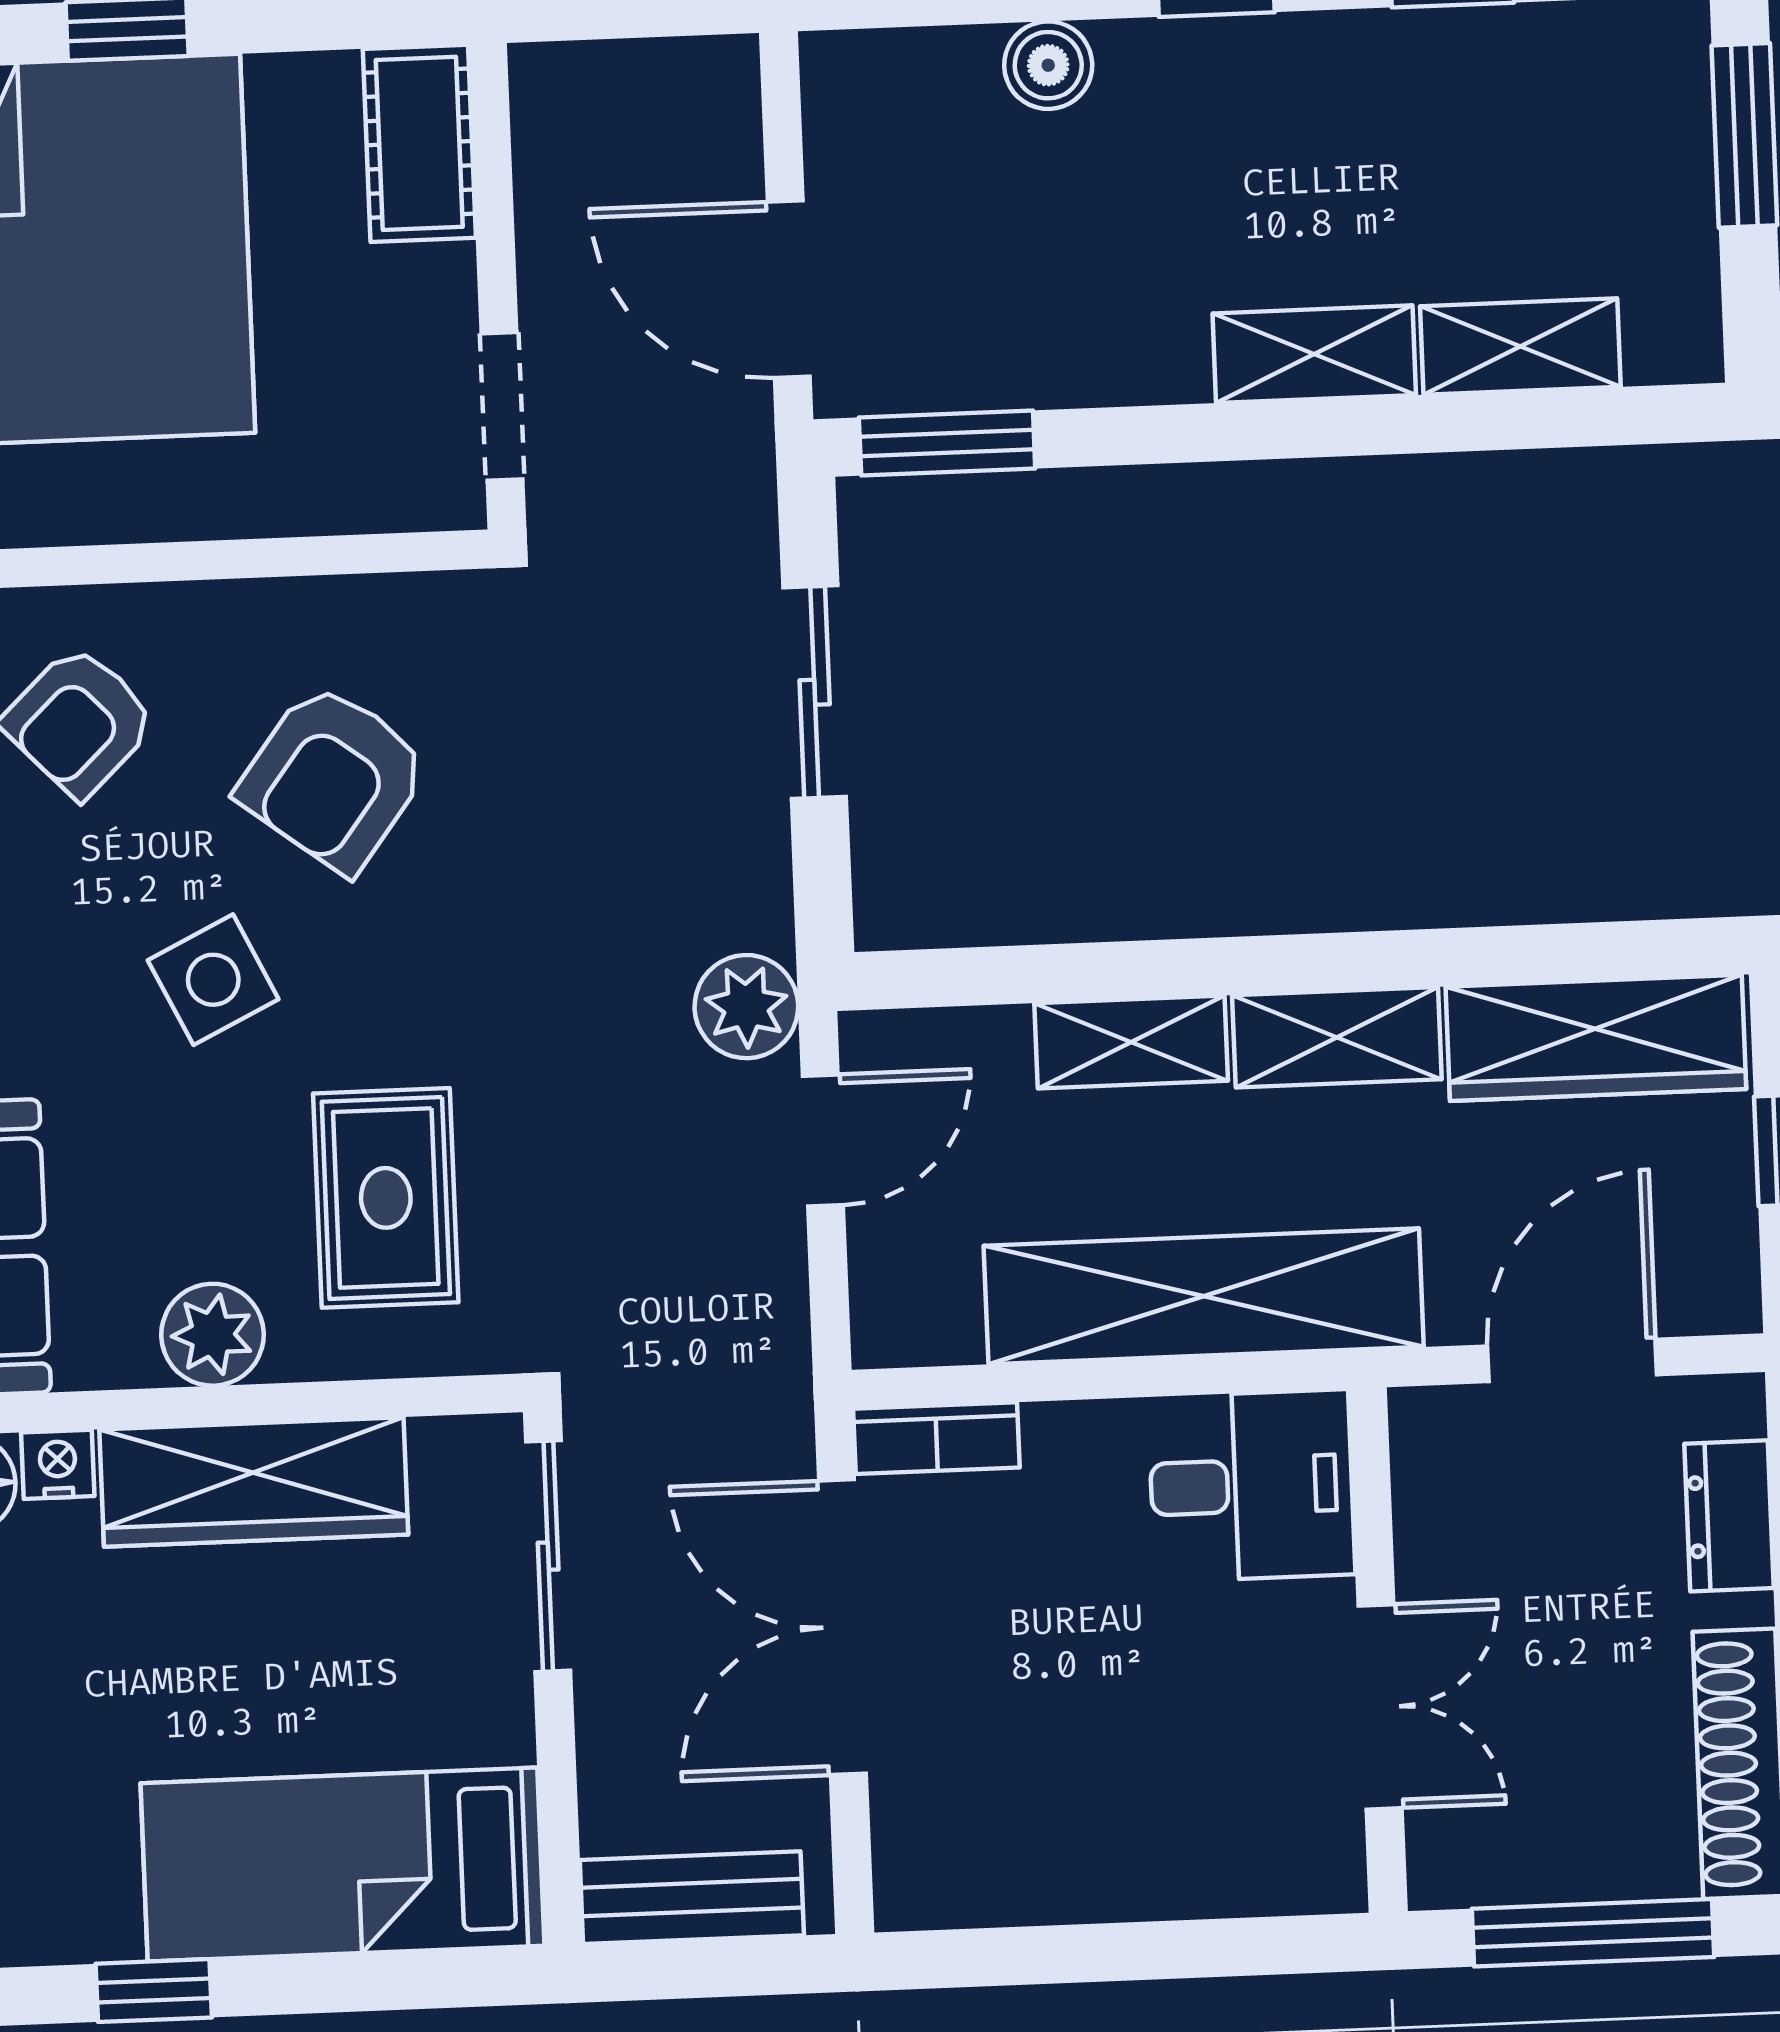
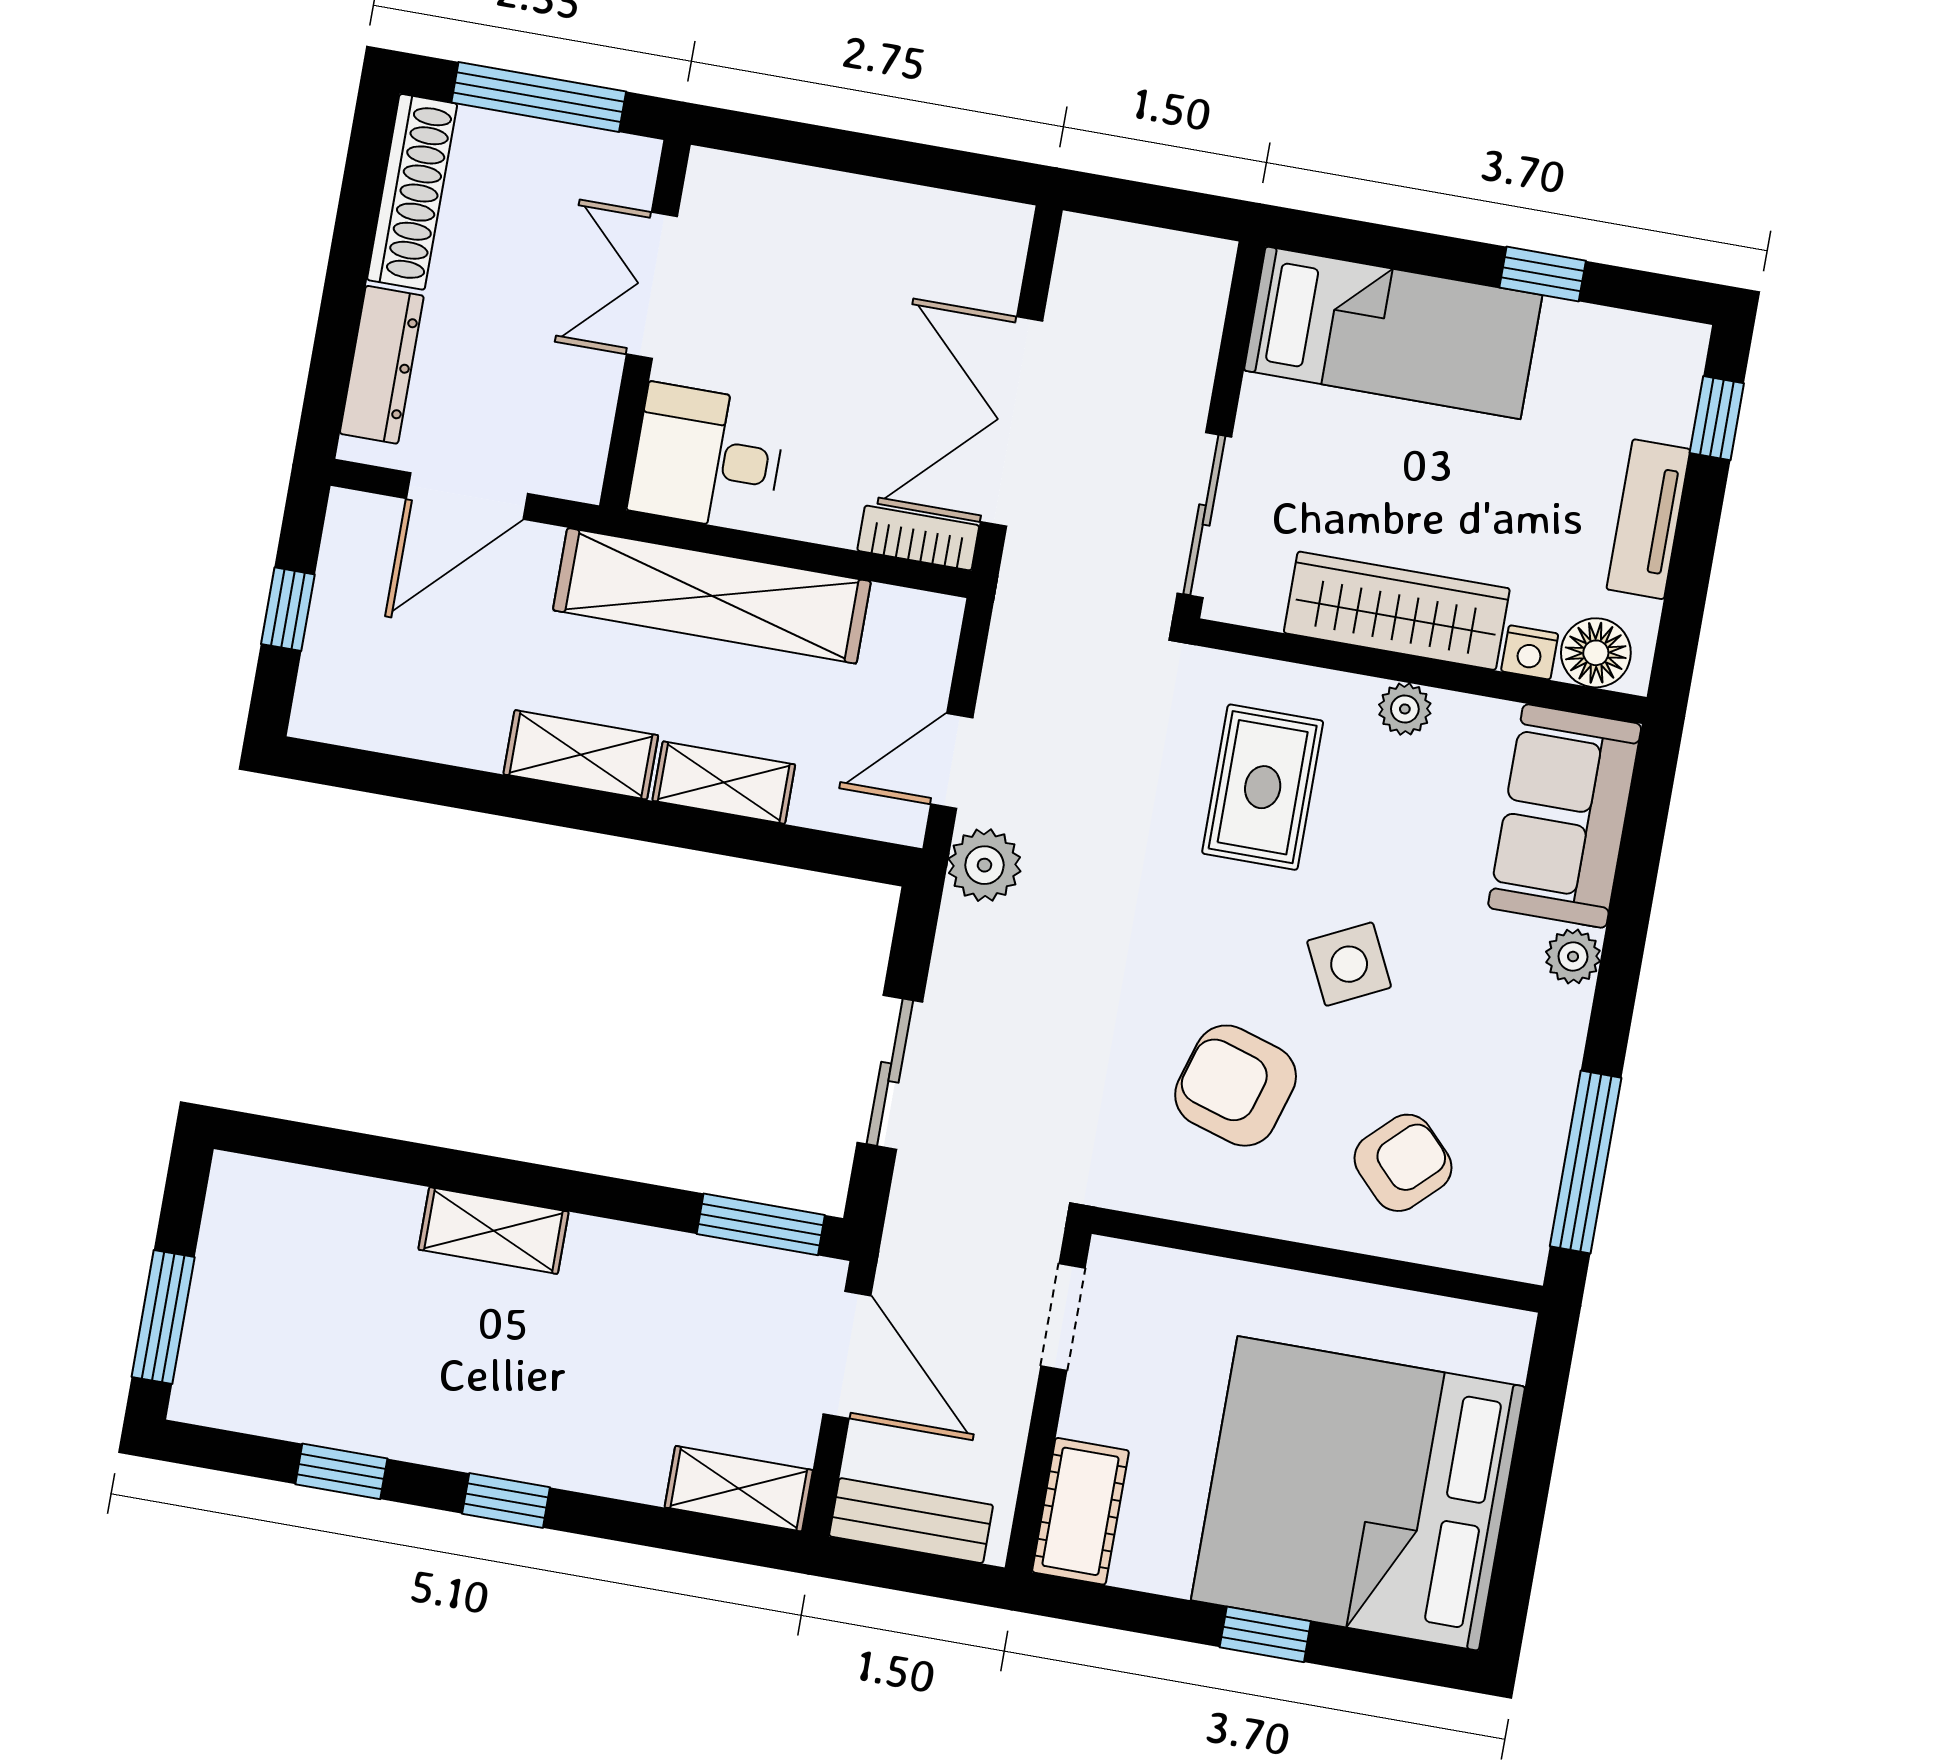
boiler: (1048, 65) -> (634, 1471), removed
shelving: (1520, 347) -> (739, 1489), moved
armchair: (333, 778) -> (1236, 1086), turned -110
wardrobe: (1596, 1038) -> (402, 715), removed
plant: (212, 1335) -> (1405, 709), width x0.73, depth x0.73
dresser: (1729, 1516) -> (382, 365), width x1.44
double door: (842, 1627) -> (1012, 421), swing flipped
bench: (692, 1898) -> (911, 1521), moved

